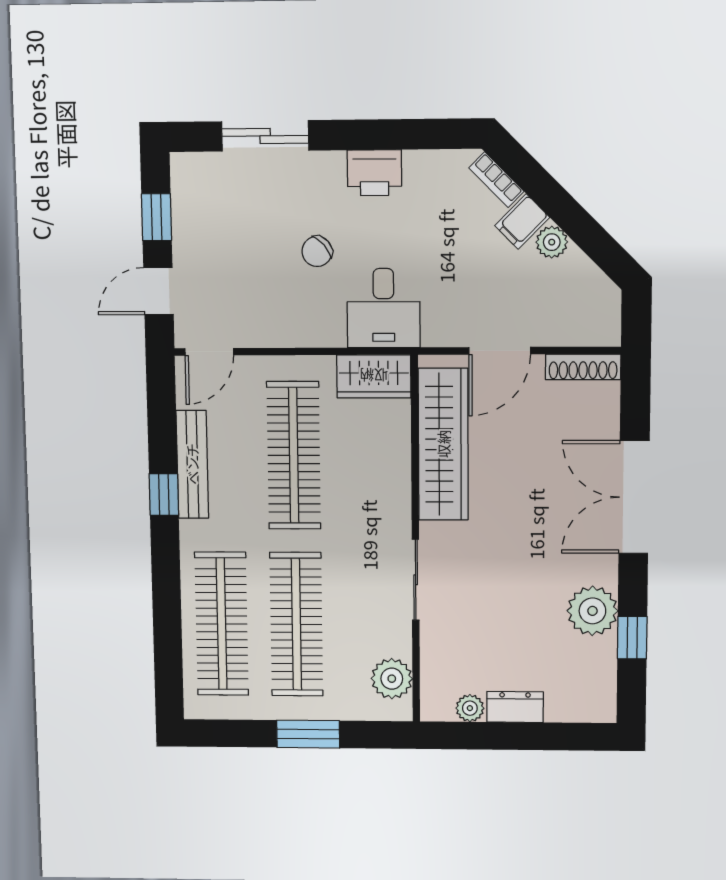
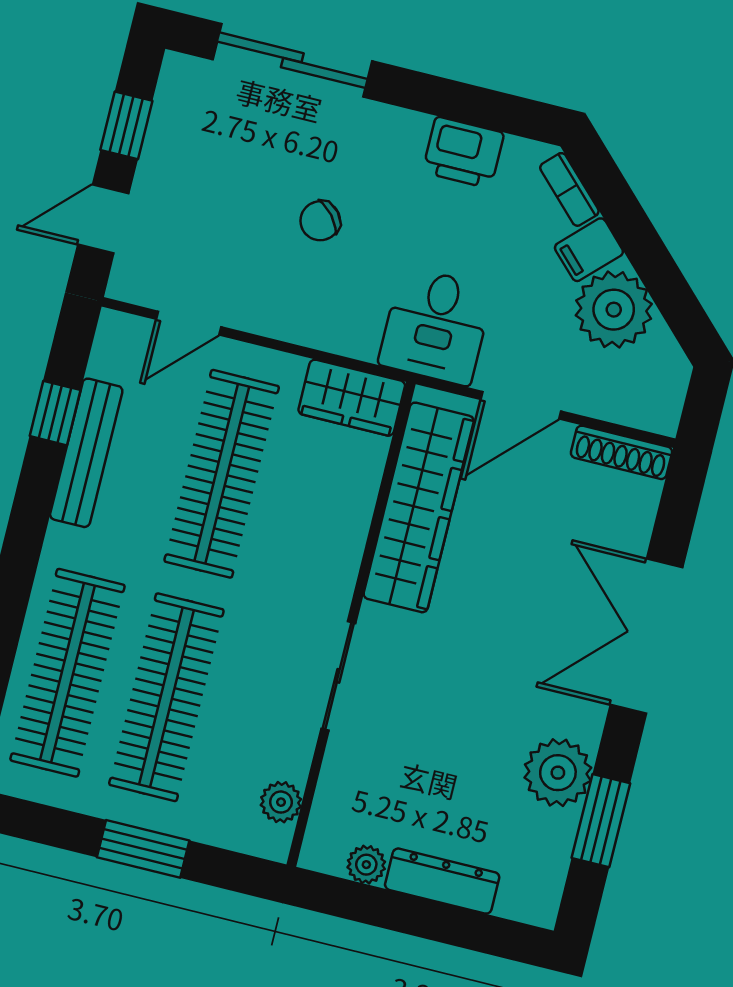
sliding door: (265, 136) -> (292, 60), width x1.37
printer: (374, 173) -> (463, 152), moved
plant: (552, 242) -> (614, 310), width x1.88, depth x1.88
desk: (384, 308) -> (436, 326), moved
door: (209, 352) -> (189, 323), moved
window: (164, 494) -> (55, 413), moved
window: (632, 638) -> (601, 821), width x1.50
plant: (392, 679) -> (281, 802), width x0.73, depth x0.73
dresser: (515, 707) -> (442, 881), width x1.44

